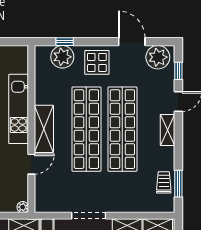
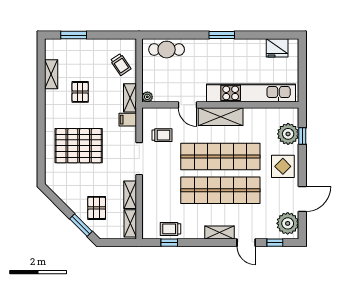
kitchen unit: (19, 109) -> (251, 93), width x1.36
trolley: (164, 182) -> (170, 229), turned 180
window: (178, 184) -> (169, 243), width x0.67
trolley: (64, 191) -> (162, 135), added

